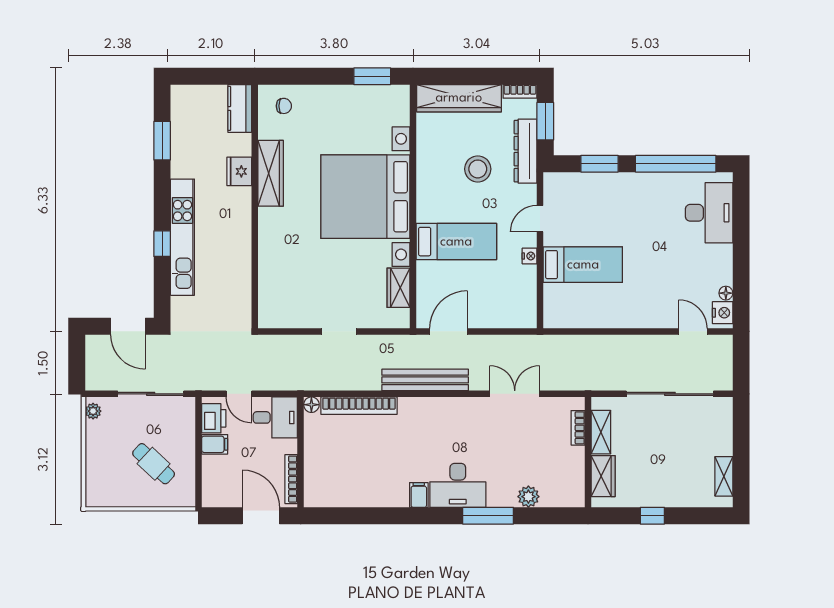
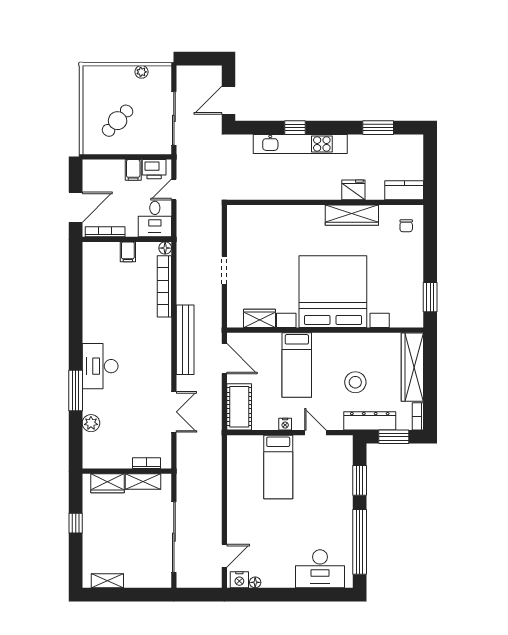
cot: (508, 313) -> (239, 407), added
plant: (93, 411) -> (142, 72), moved
filing cabinet: (419, 495) -> (128, 252), moved, turned 90

